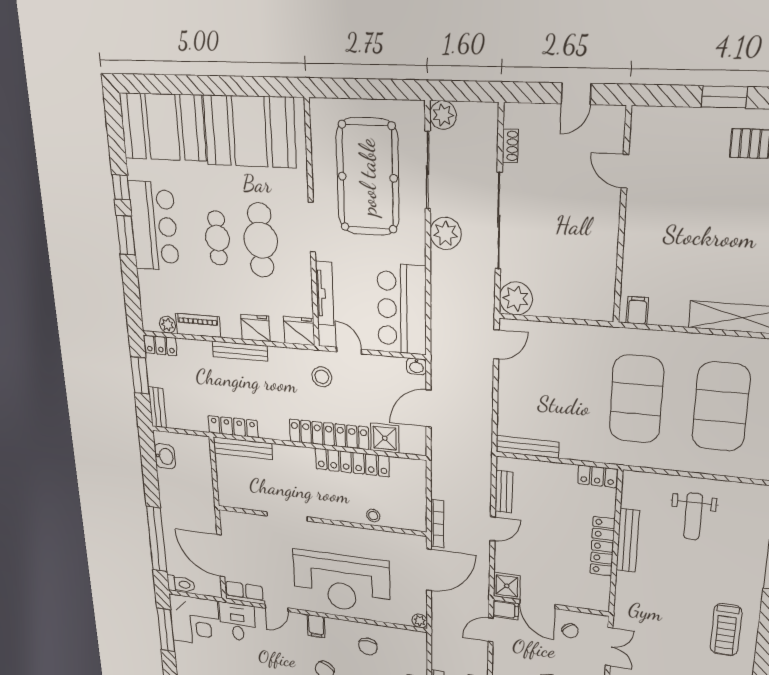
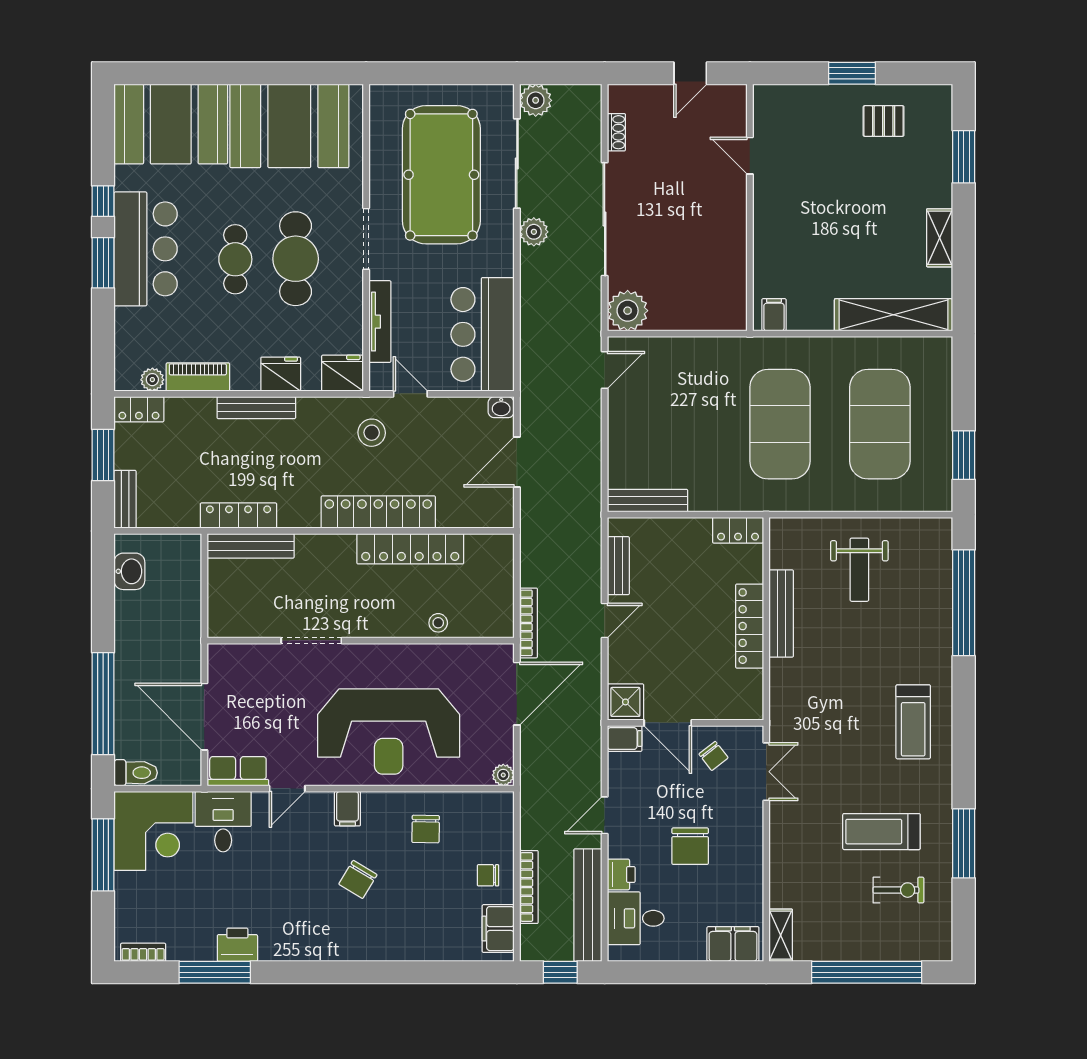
plant: (446, 233) -> (534, 232), width x0.73, depth x0.73
shower: (385, 438) -> (457, 509), removed
door: (491, 630) -> (605, 815), moved

